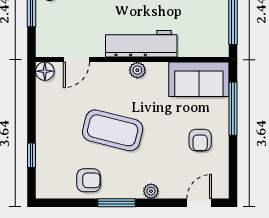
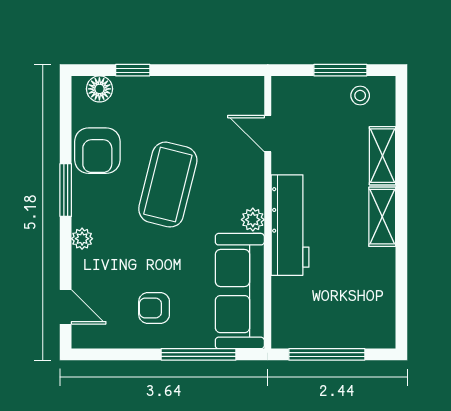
floor lamp: (45, 71) -> (99, 89), moved
sofa: (199, 79) -> (240, 291), width x1.36
armchair: (89, 180) -> (97, 151), width x1.38, depth x1.38

